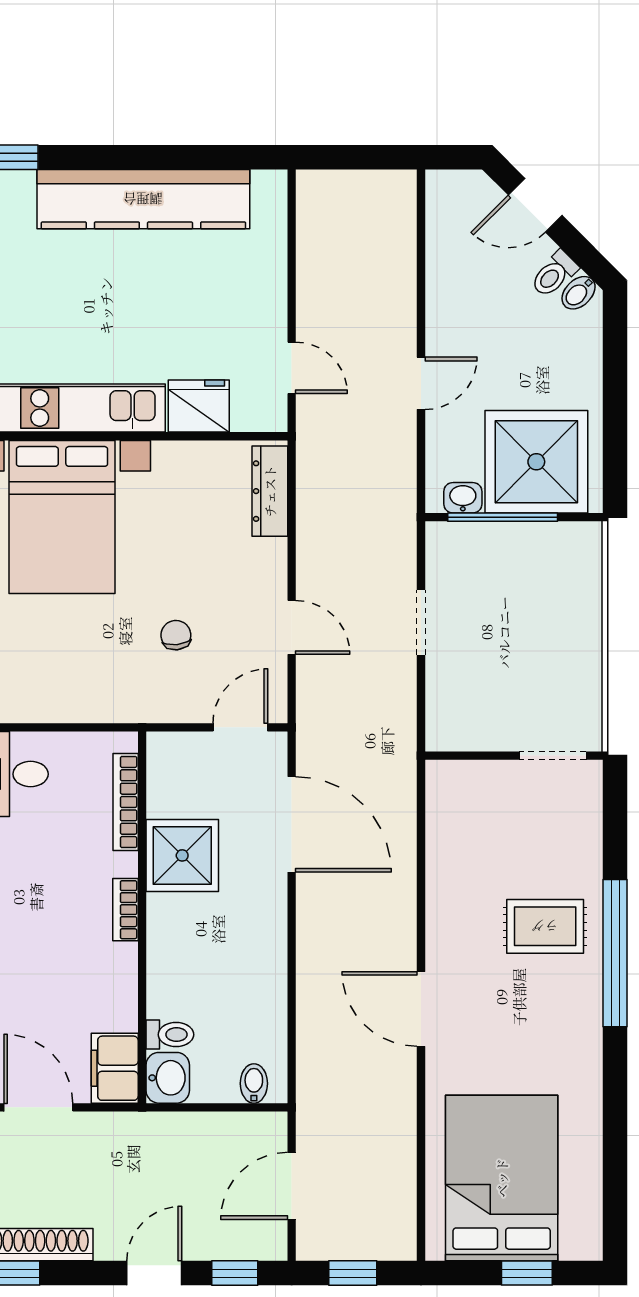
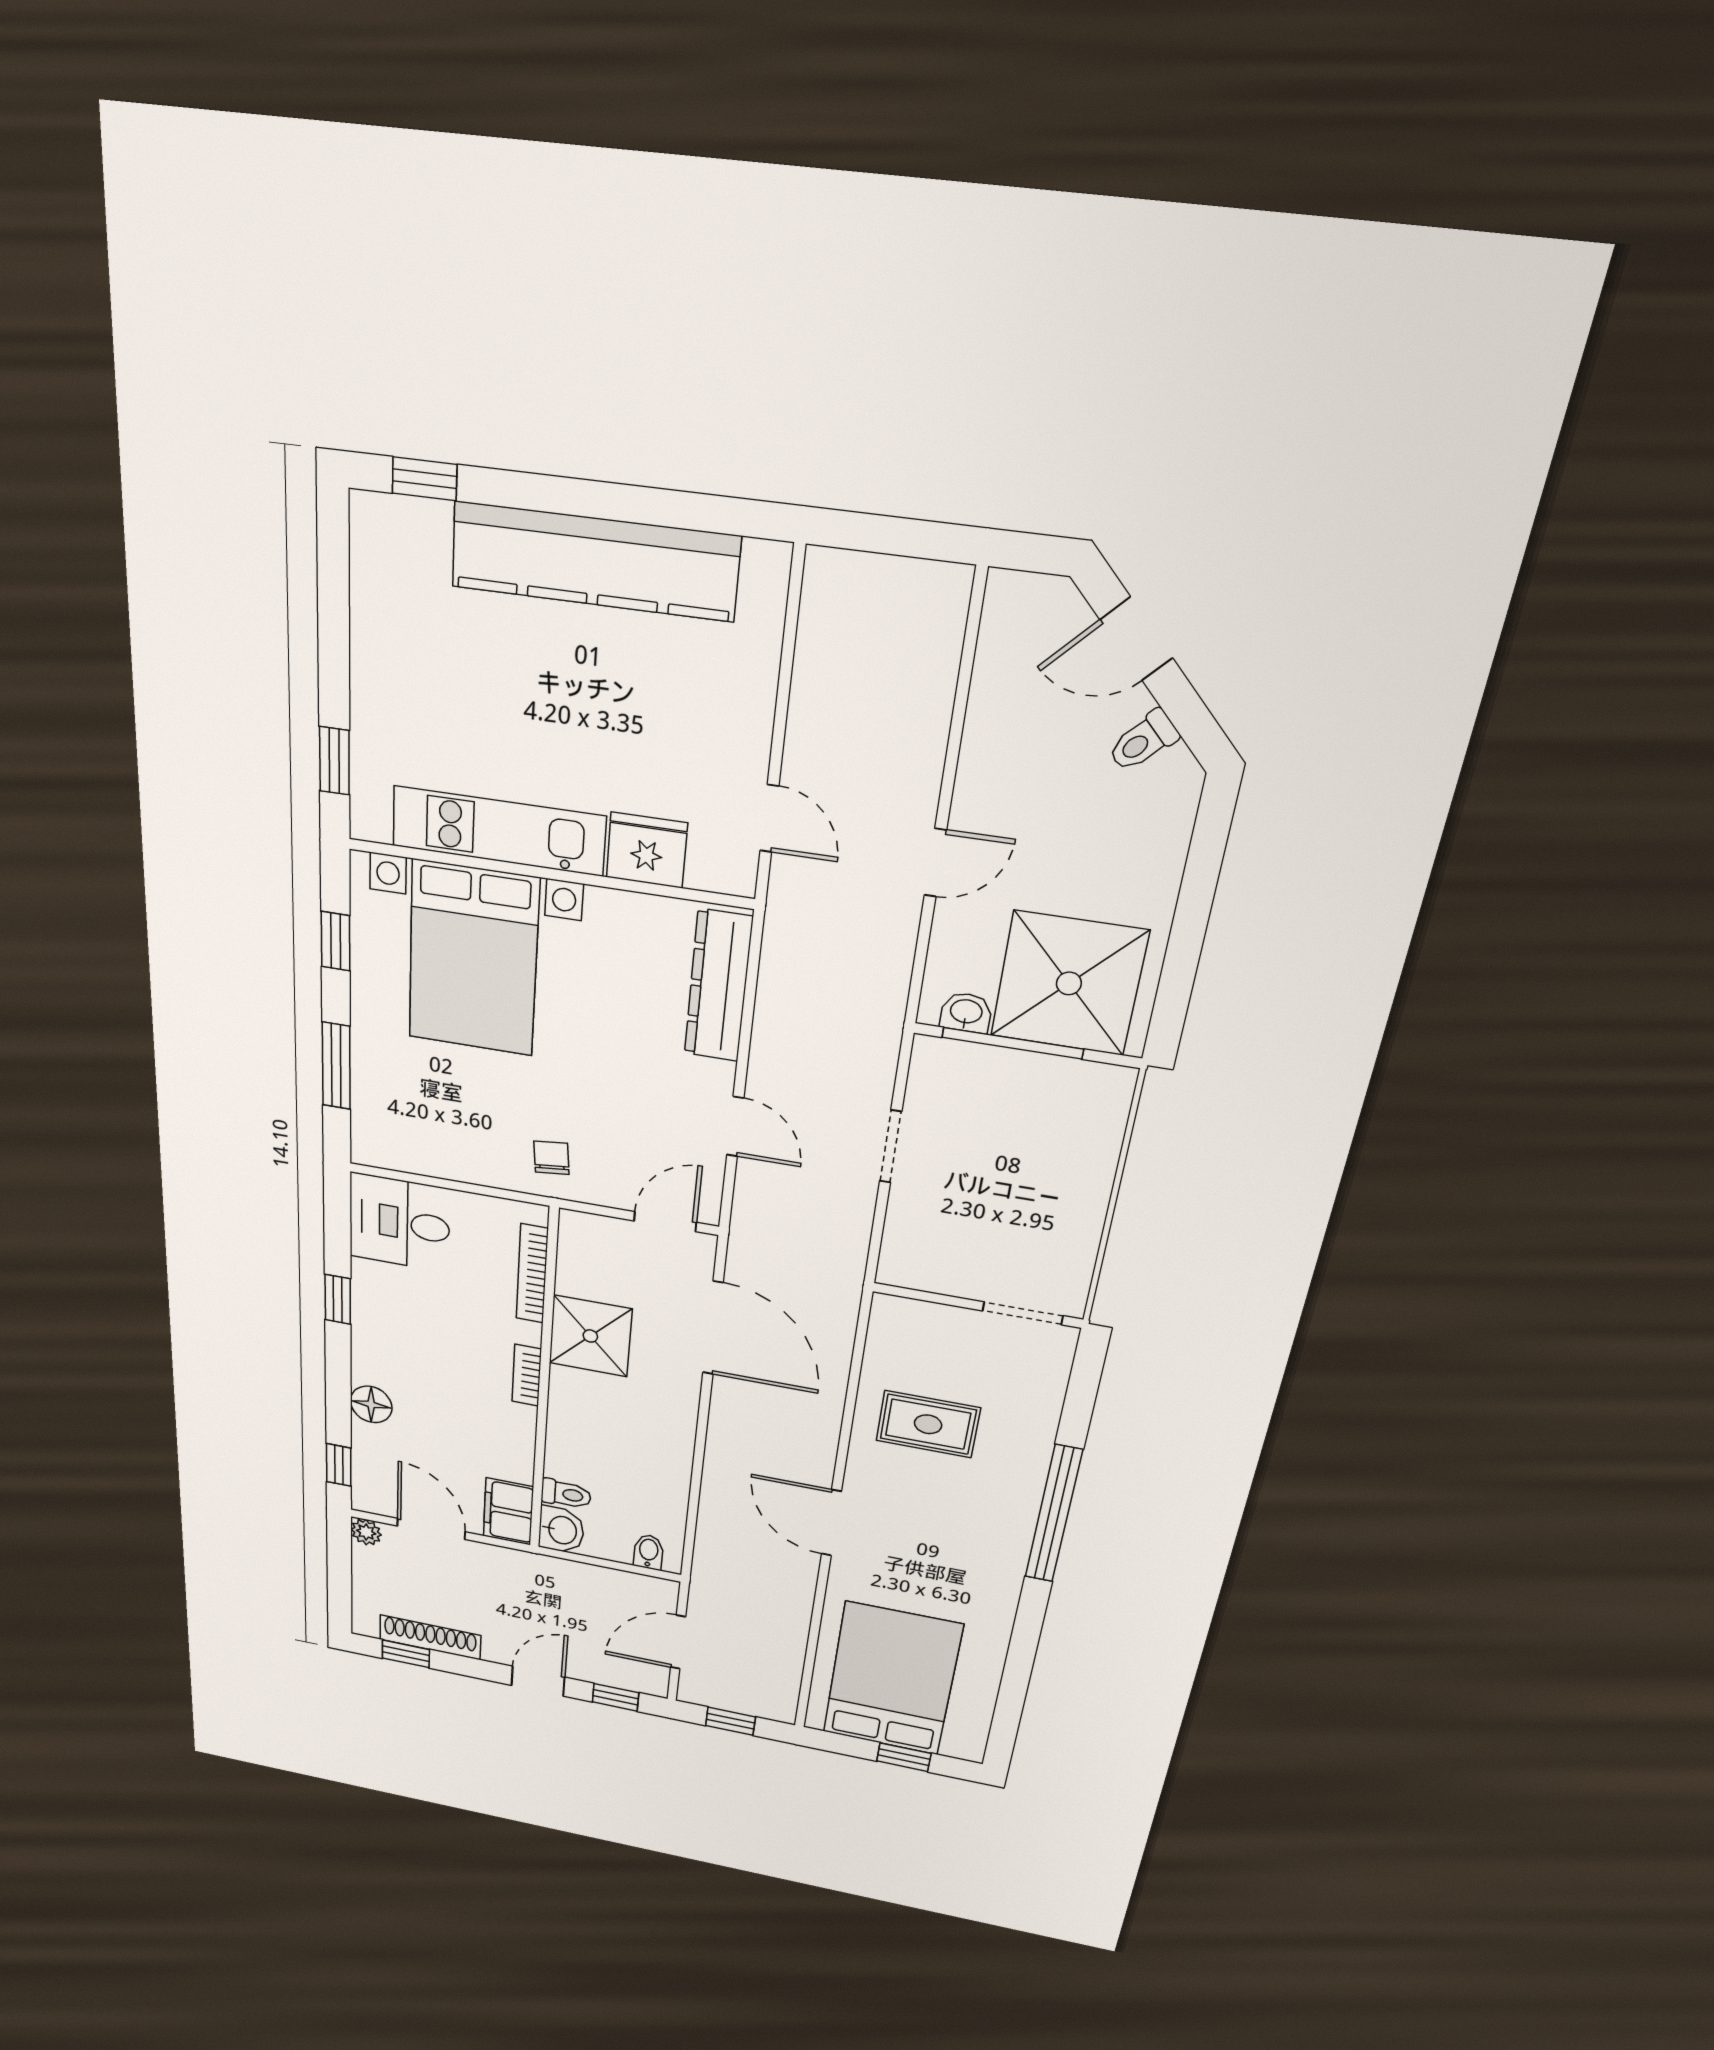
bidet: (579, 293) -> (1172, 772), removed
dresser: (270, 491) -> (718, 986), width x1.37, depth x1.24
chair: (176, 635) -> (551, 1158), moved
rug: (545, 926) -> (928, 1424), moved

